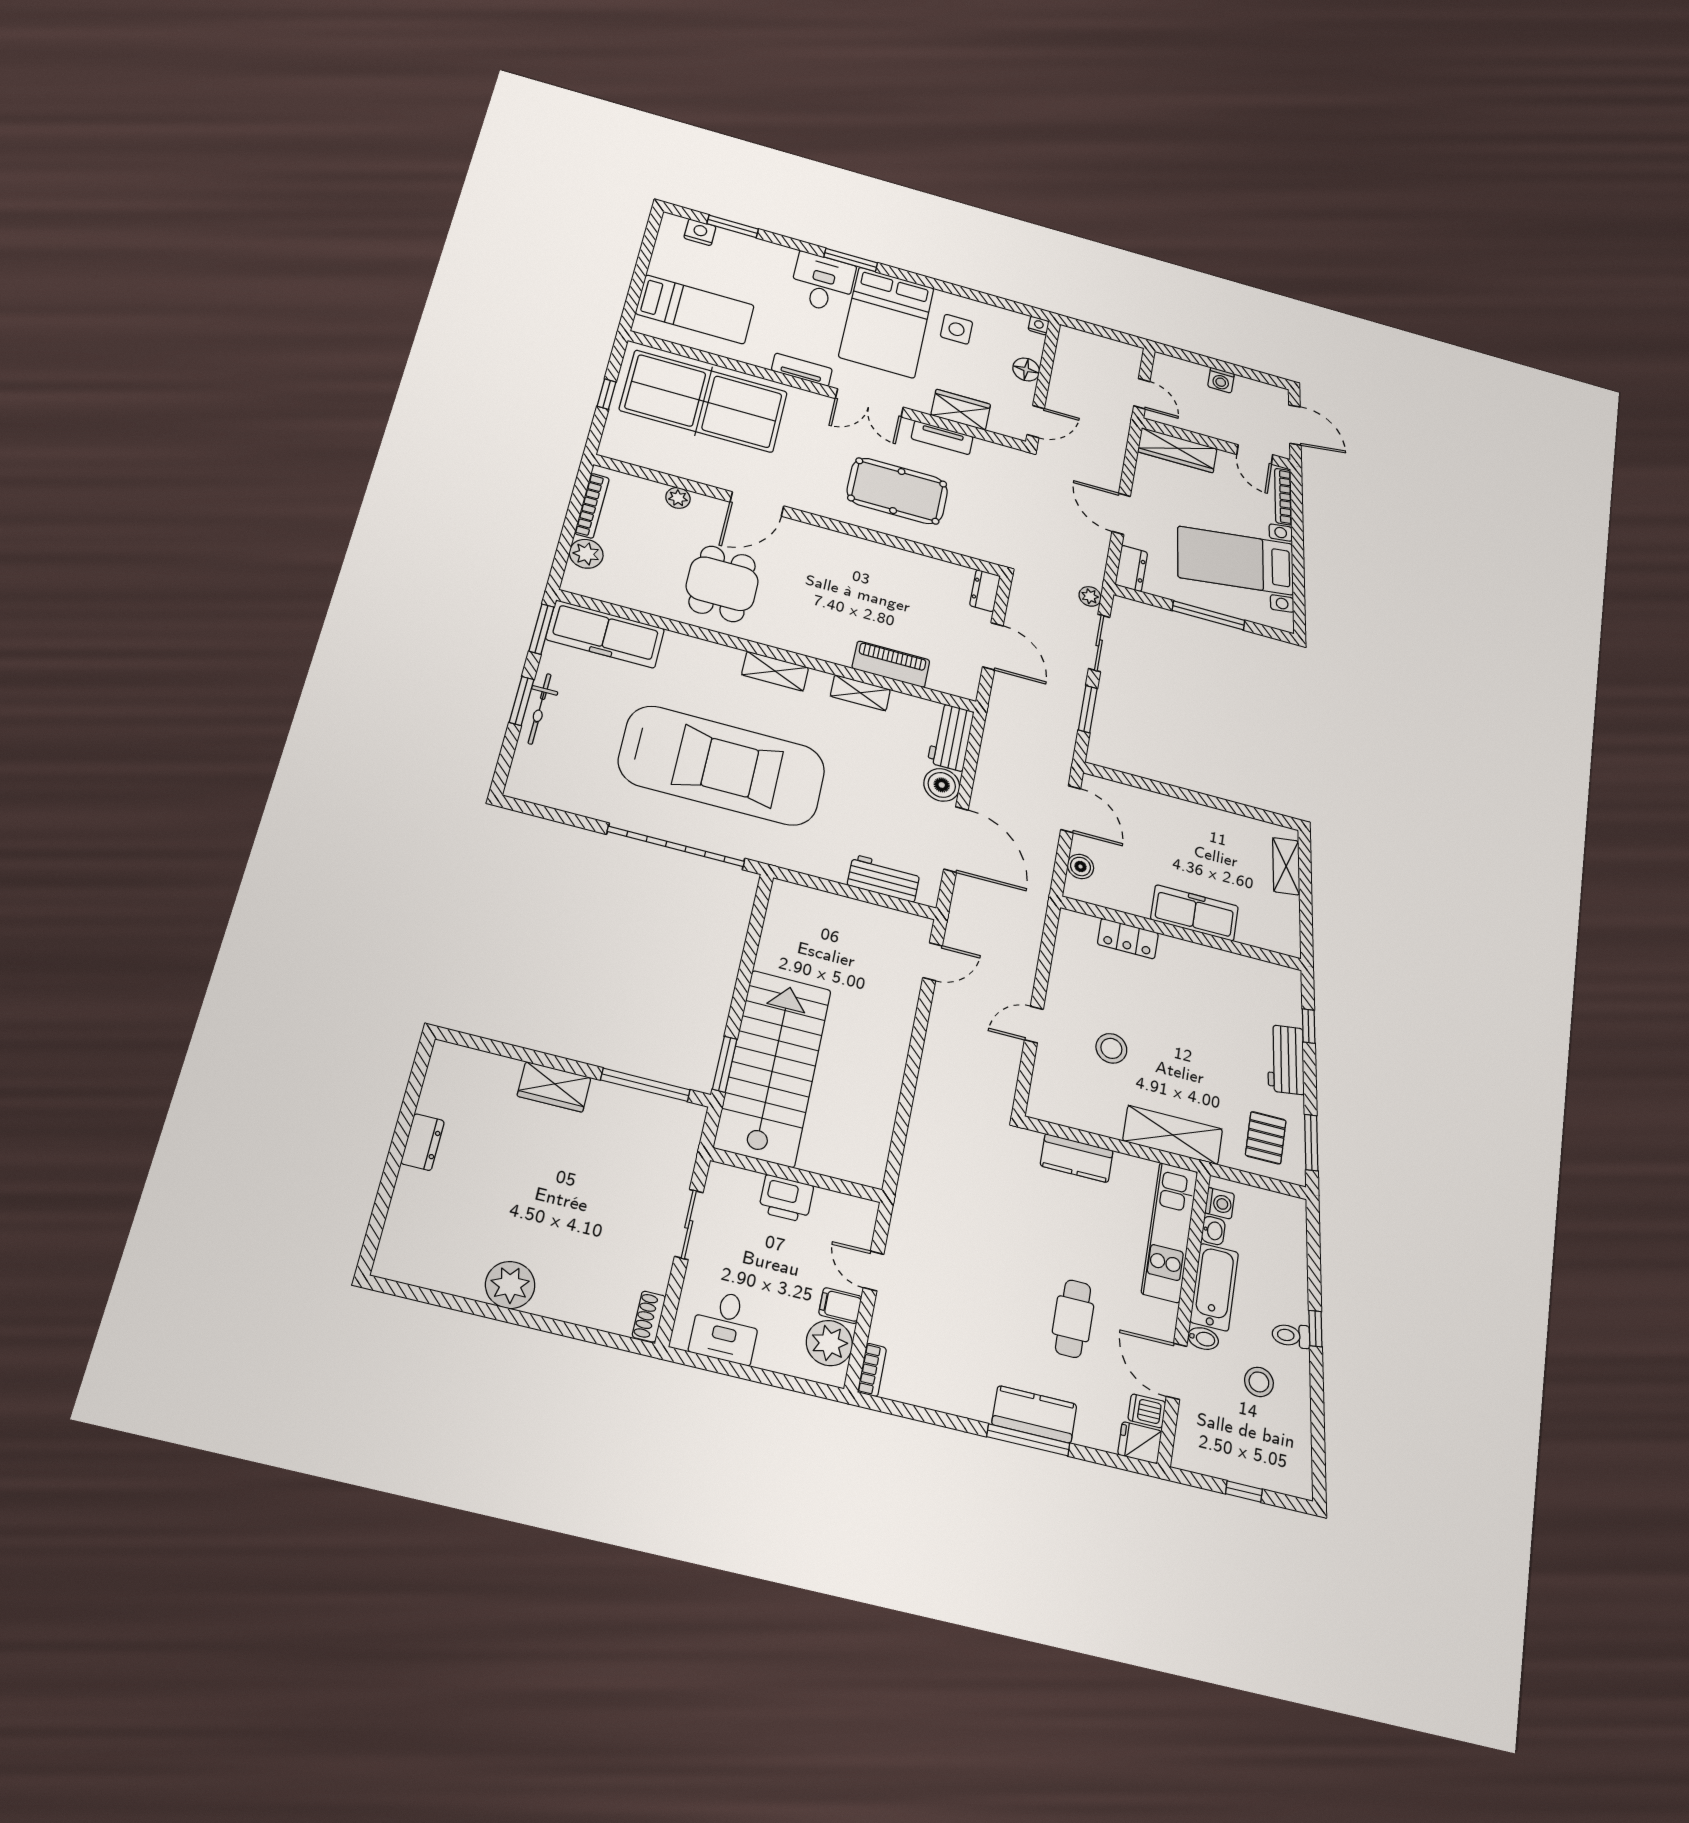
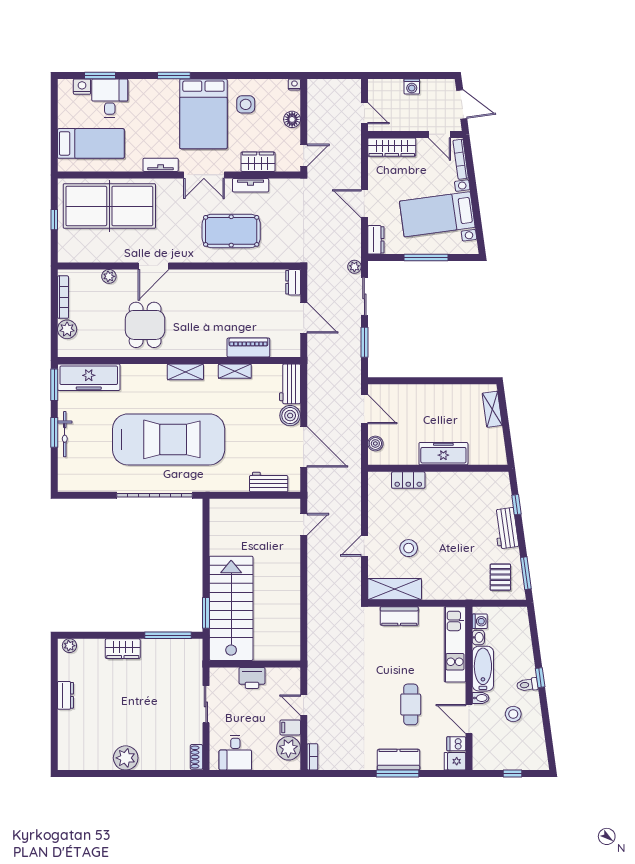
desk: (823, 283) -> (110, 98), moved
plant: (454, 1056) -> (69, 646), added
shelving: (1173, 1135) -> (395, 589), moved

